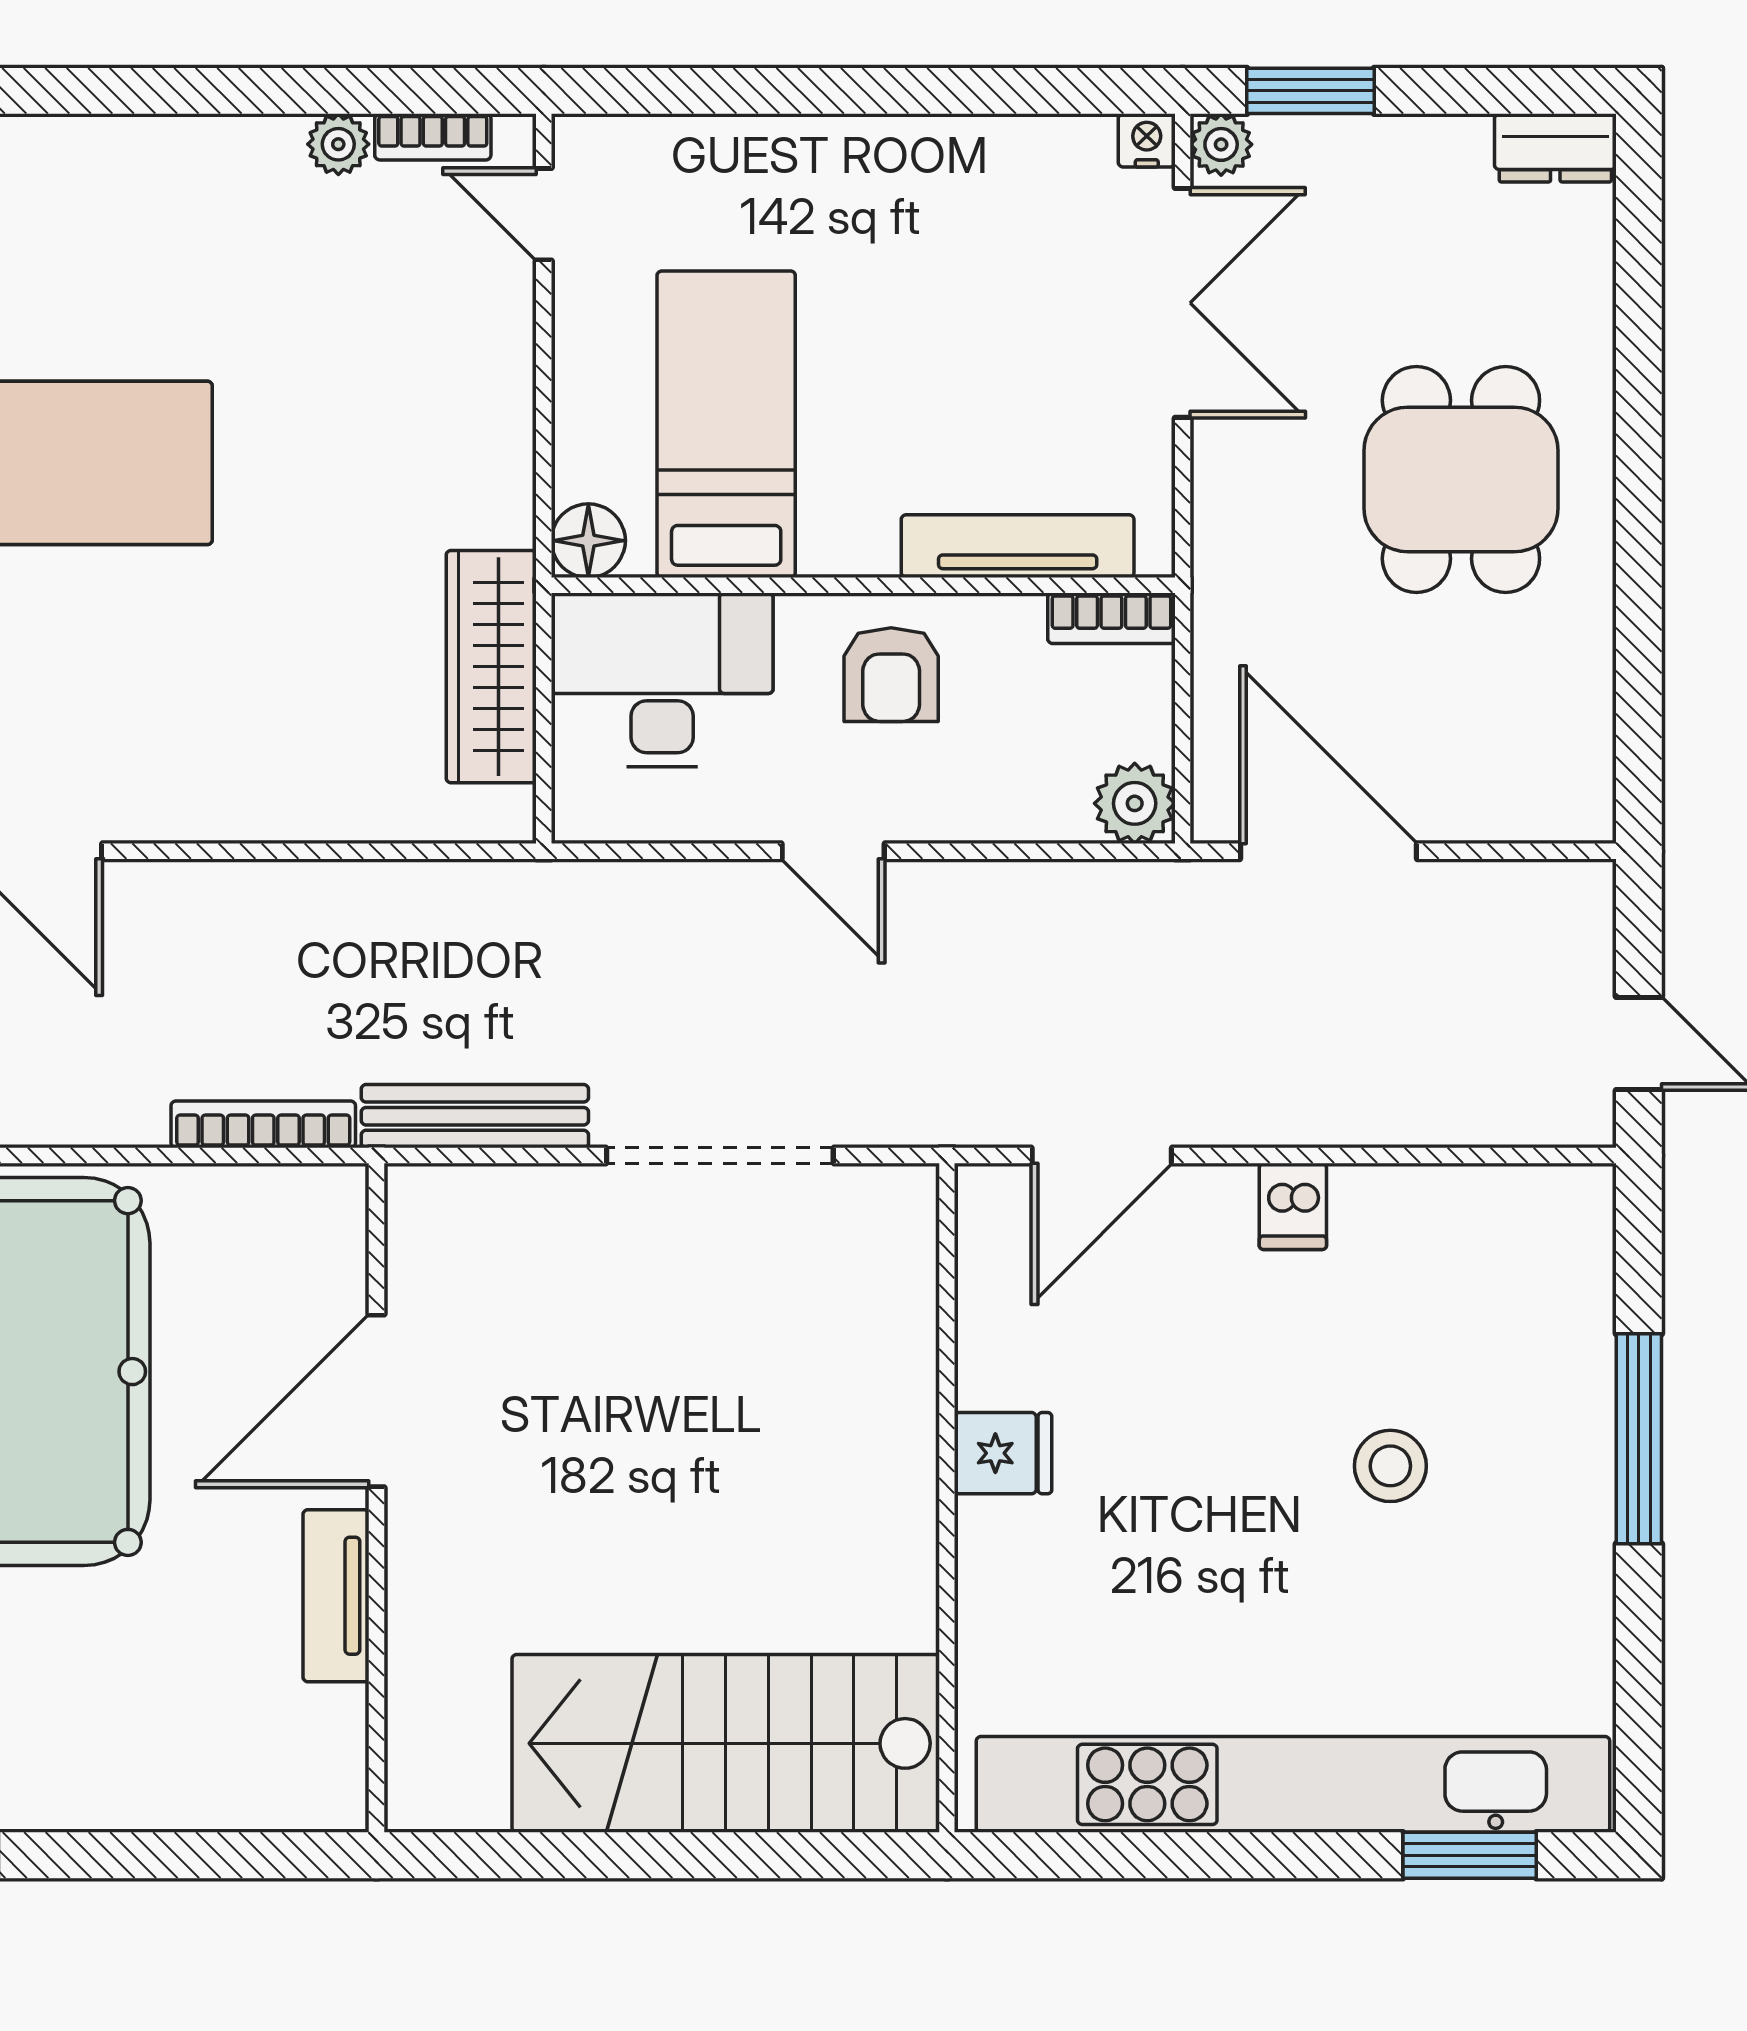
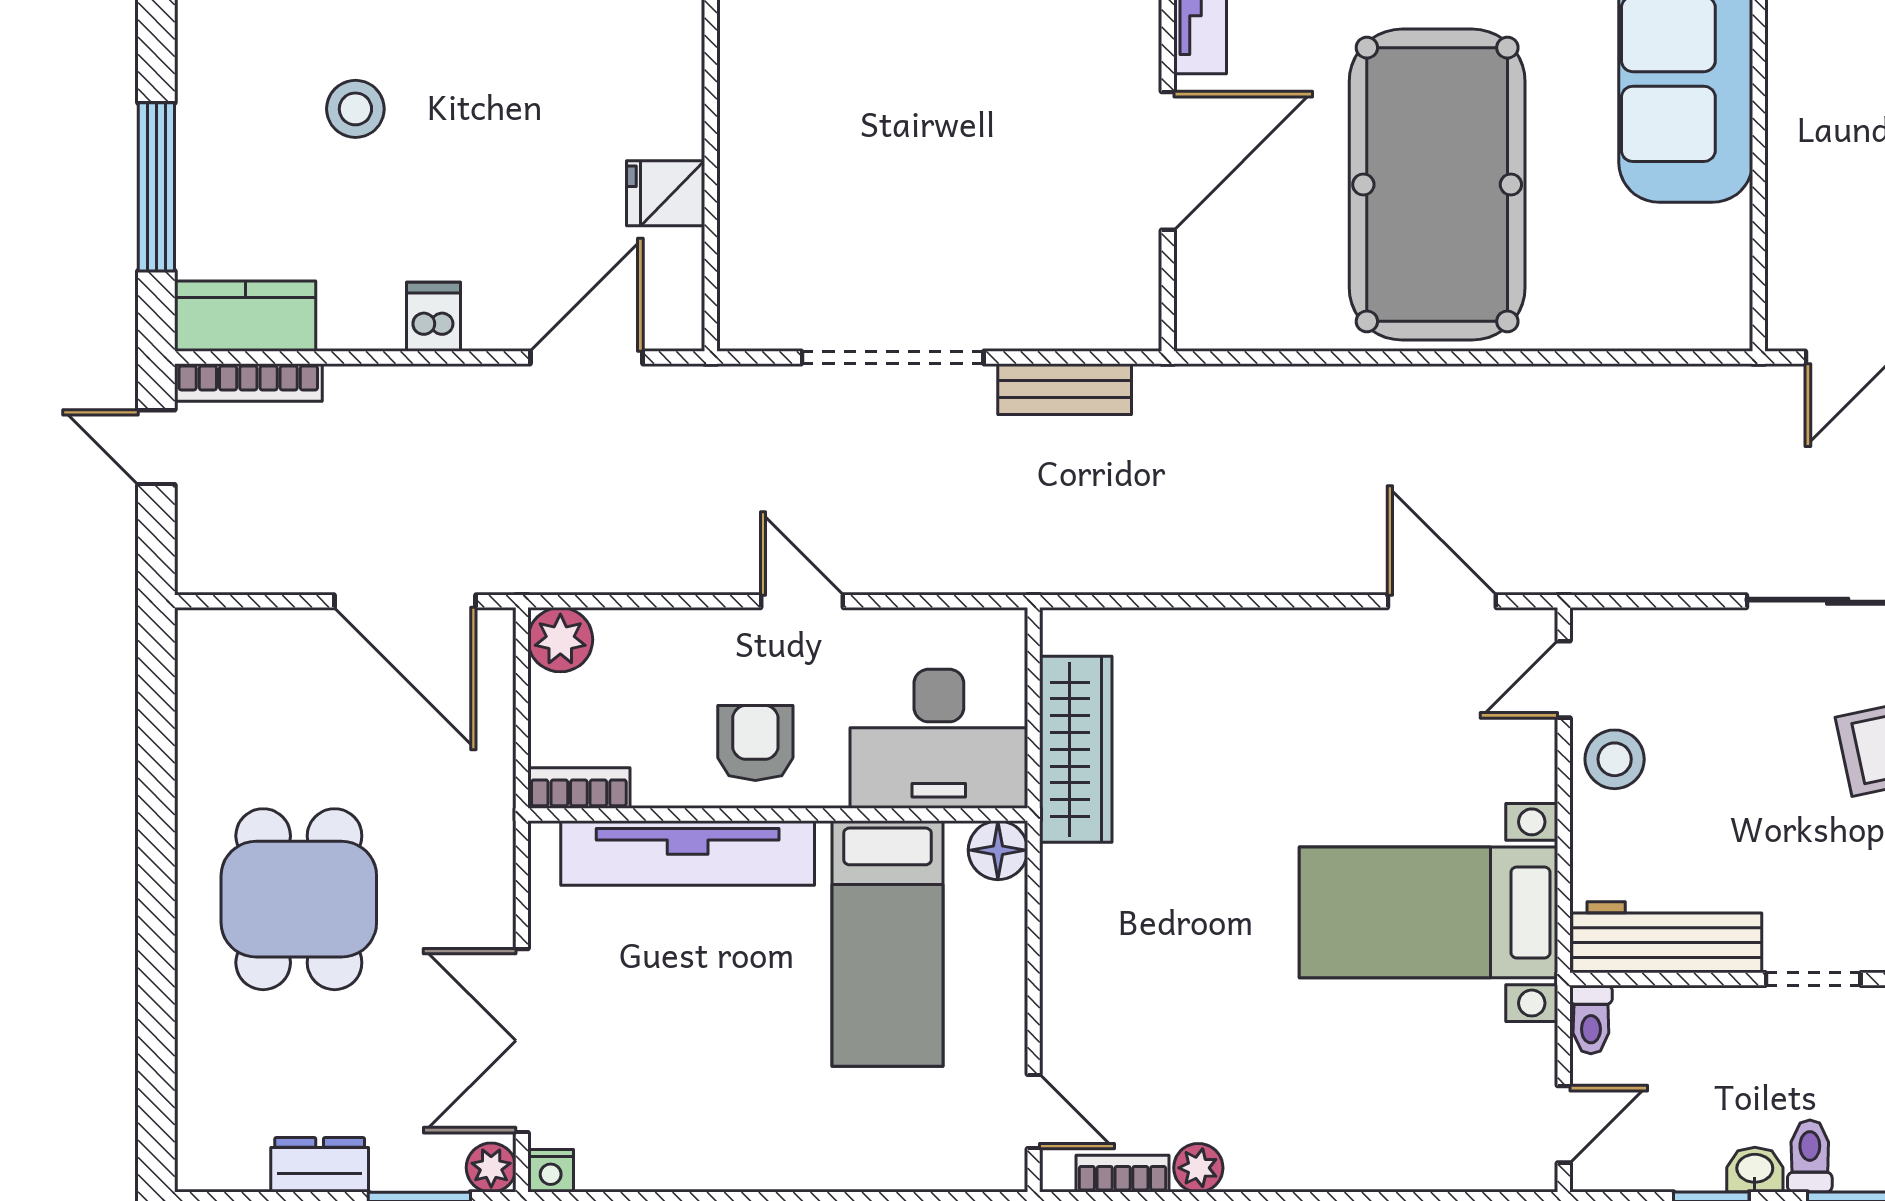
dresser: (1555, 148) -> (320, 1165), moved
tv unit: (1018, 546) -> (688, 853), width x1.36, depth x1.29
bench: (475, 1116) -> (1065, 389), width x0.73
bookcase: (263, 1124) -> (248, 383), moved
kitchen counter: (1528, 1207) -> (245, 316), added
window: (1639, 1439) -> (156, 187), moved
fridge: (1003, 1453) -> (666, 193), moved

